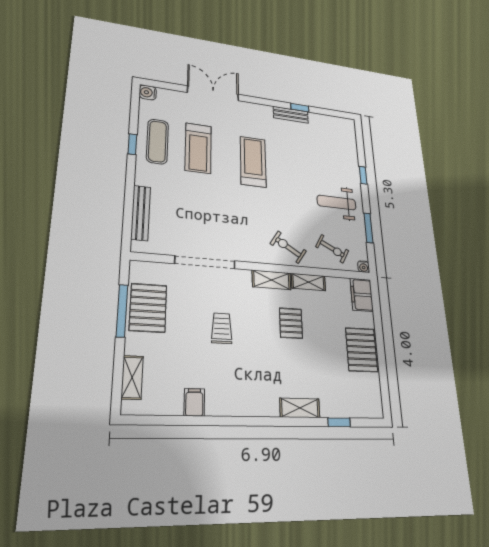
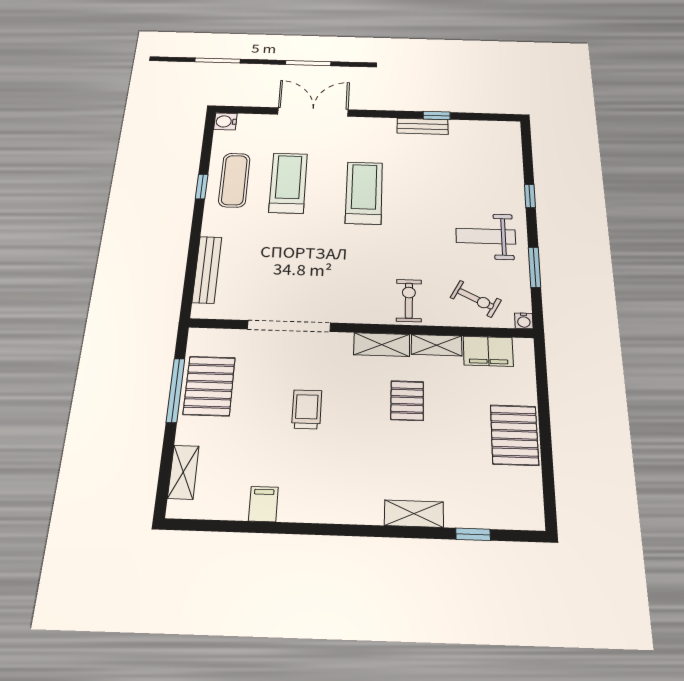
treadmill: (198, 148) -> (288, 183), turned 180
exercise bike: (288, 247) -> (409, 301), turned 57
filing cabinet: (362, 295) -> (488, 351), moved, turned -90

